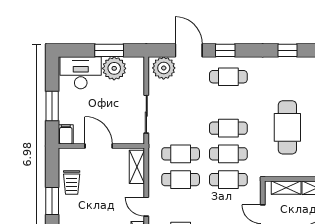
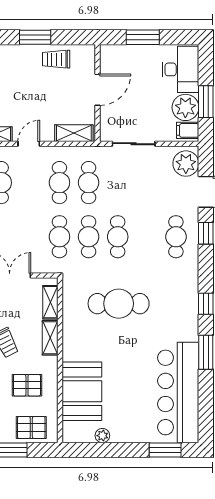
filing cabinet: (66, 134) -> (188, 130), moved, turned 180

